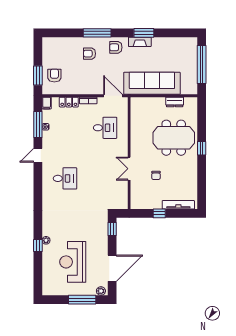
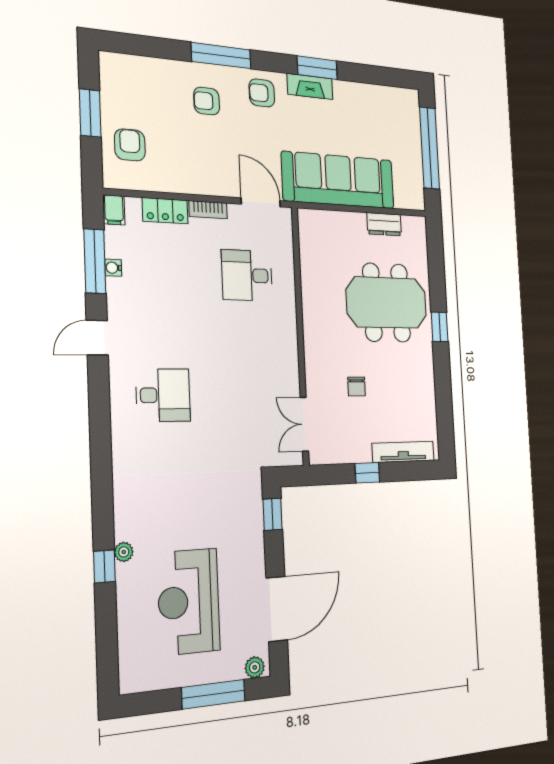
window: (38, 76) -> (90, 113), moved
desk: (105, 128) -> (247, 275), turned 180
double door: (129, 169) -> (304, 424), moved

